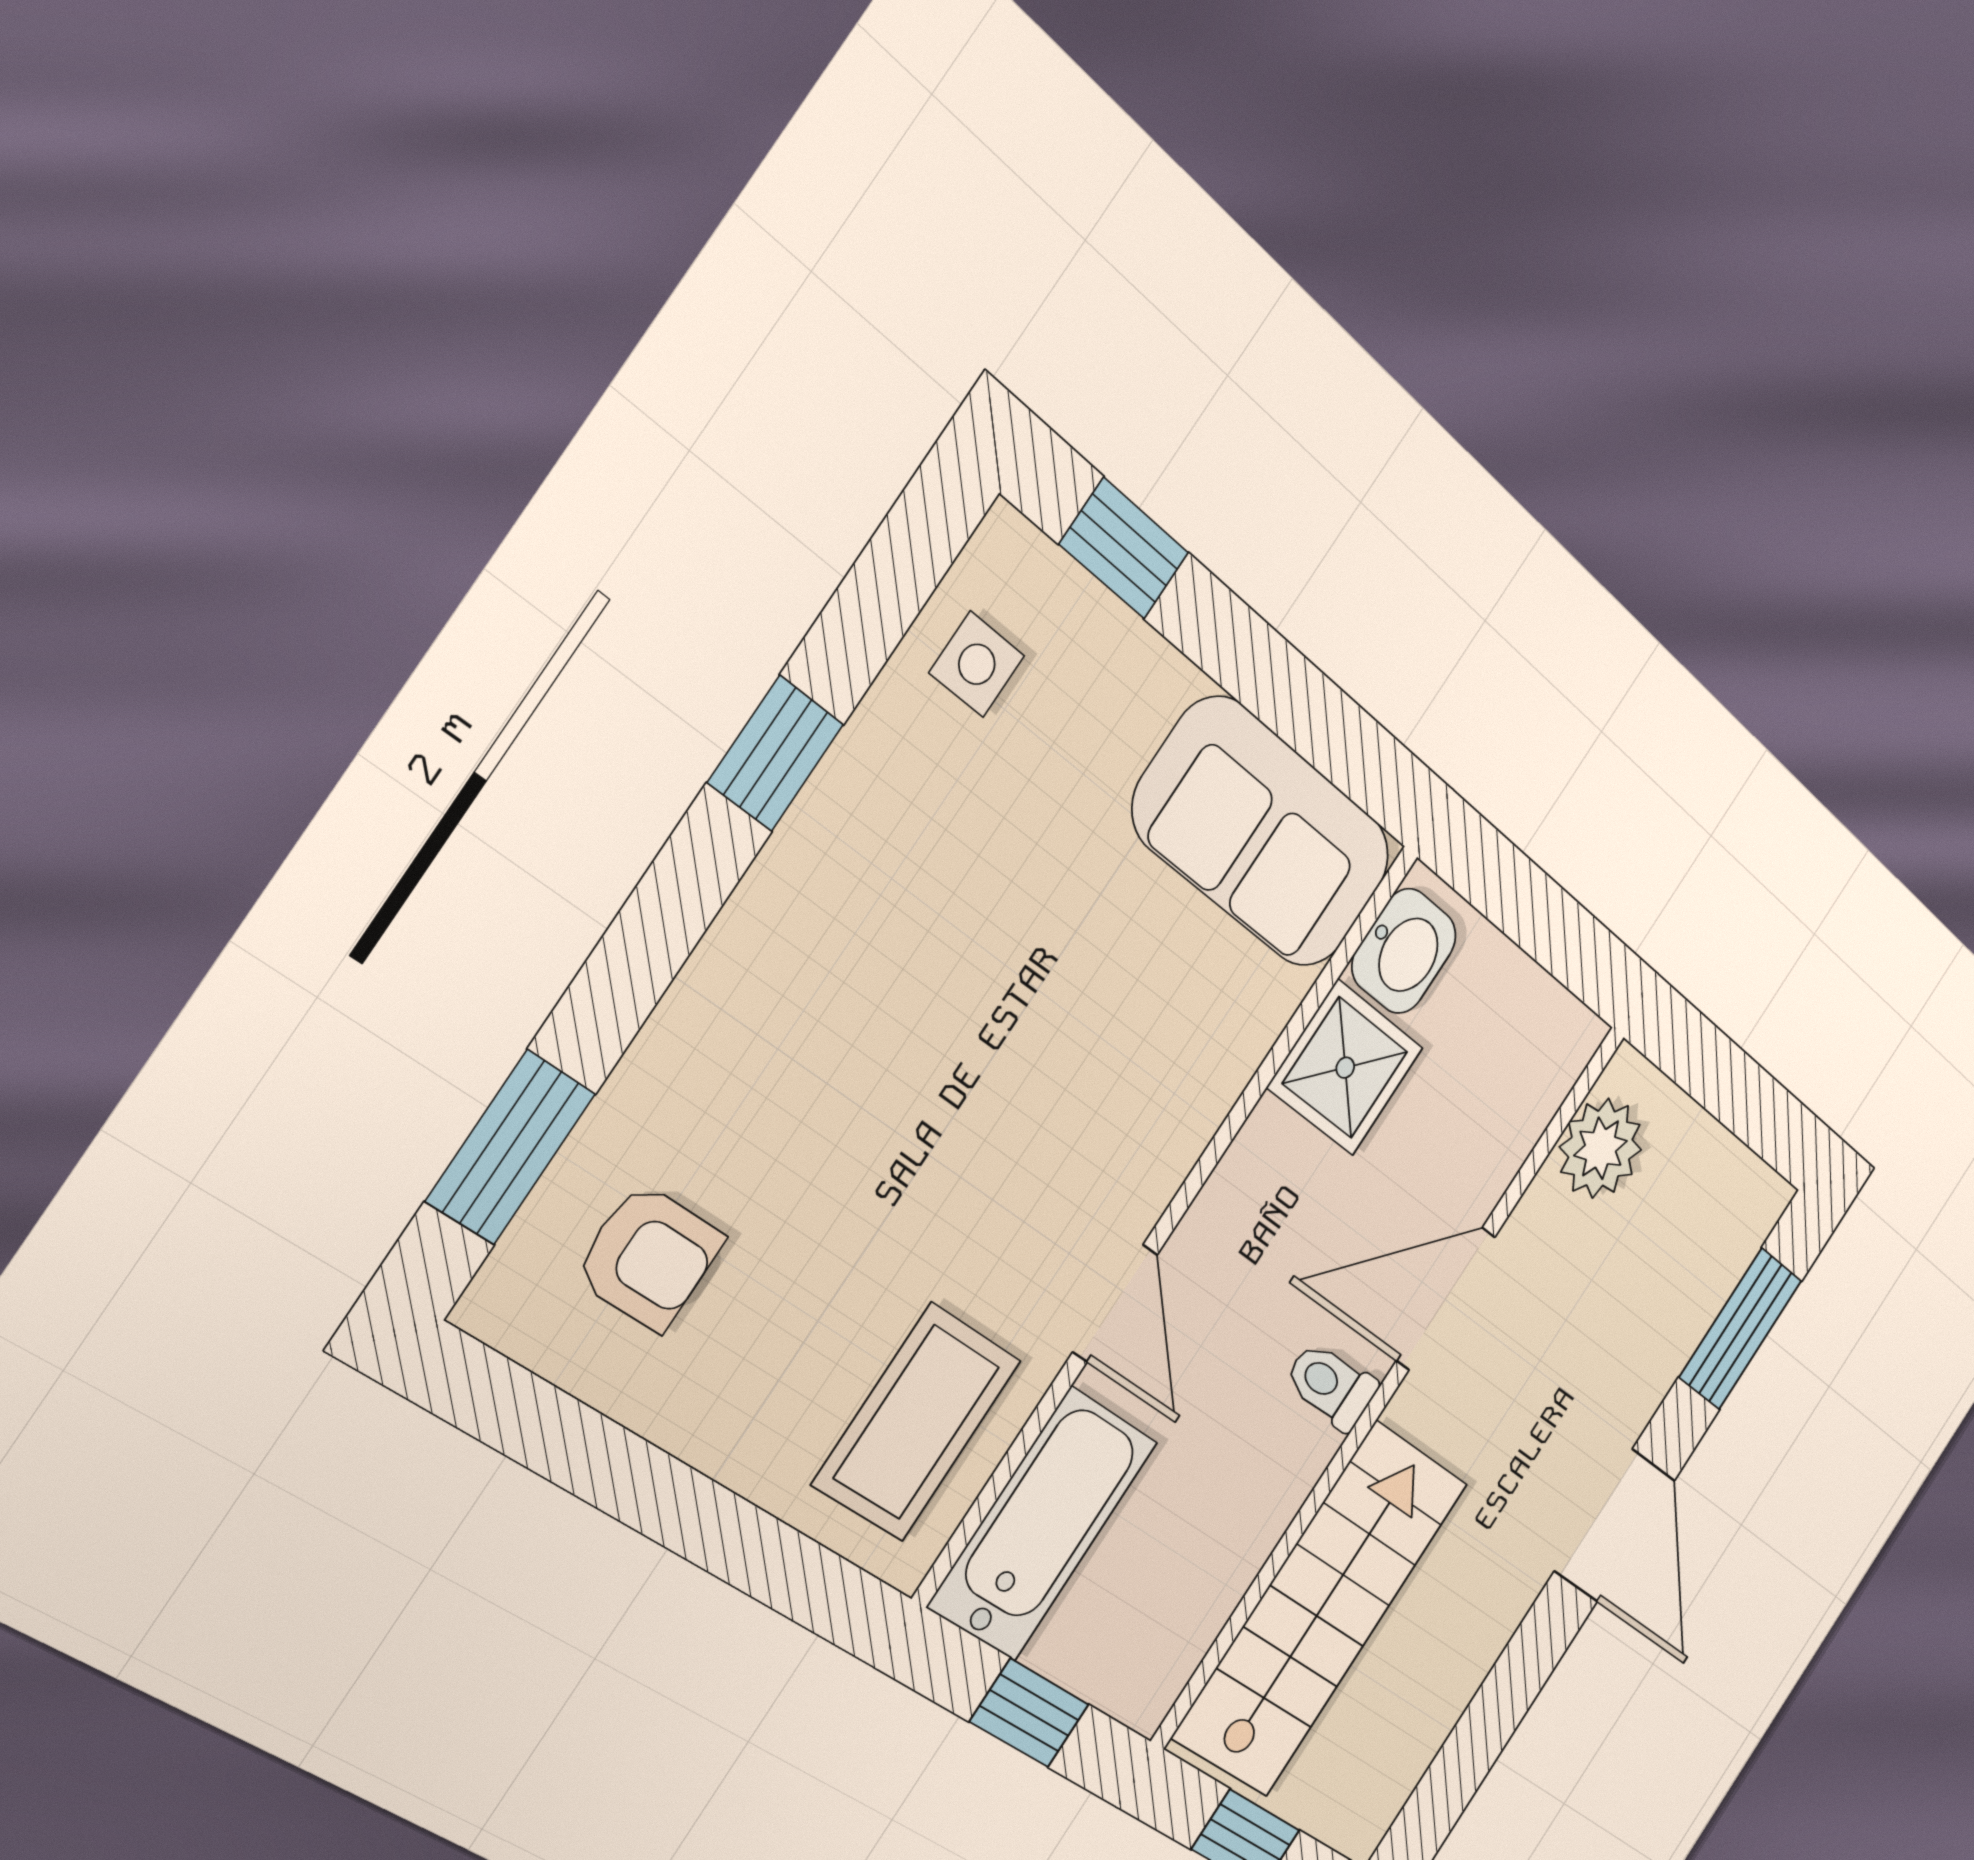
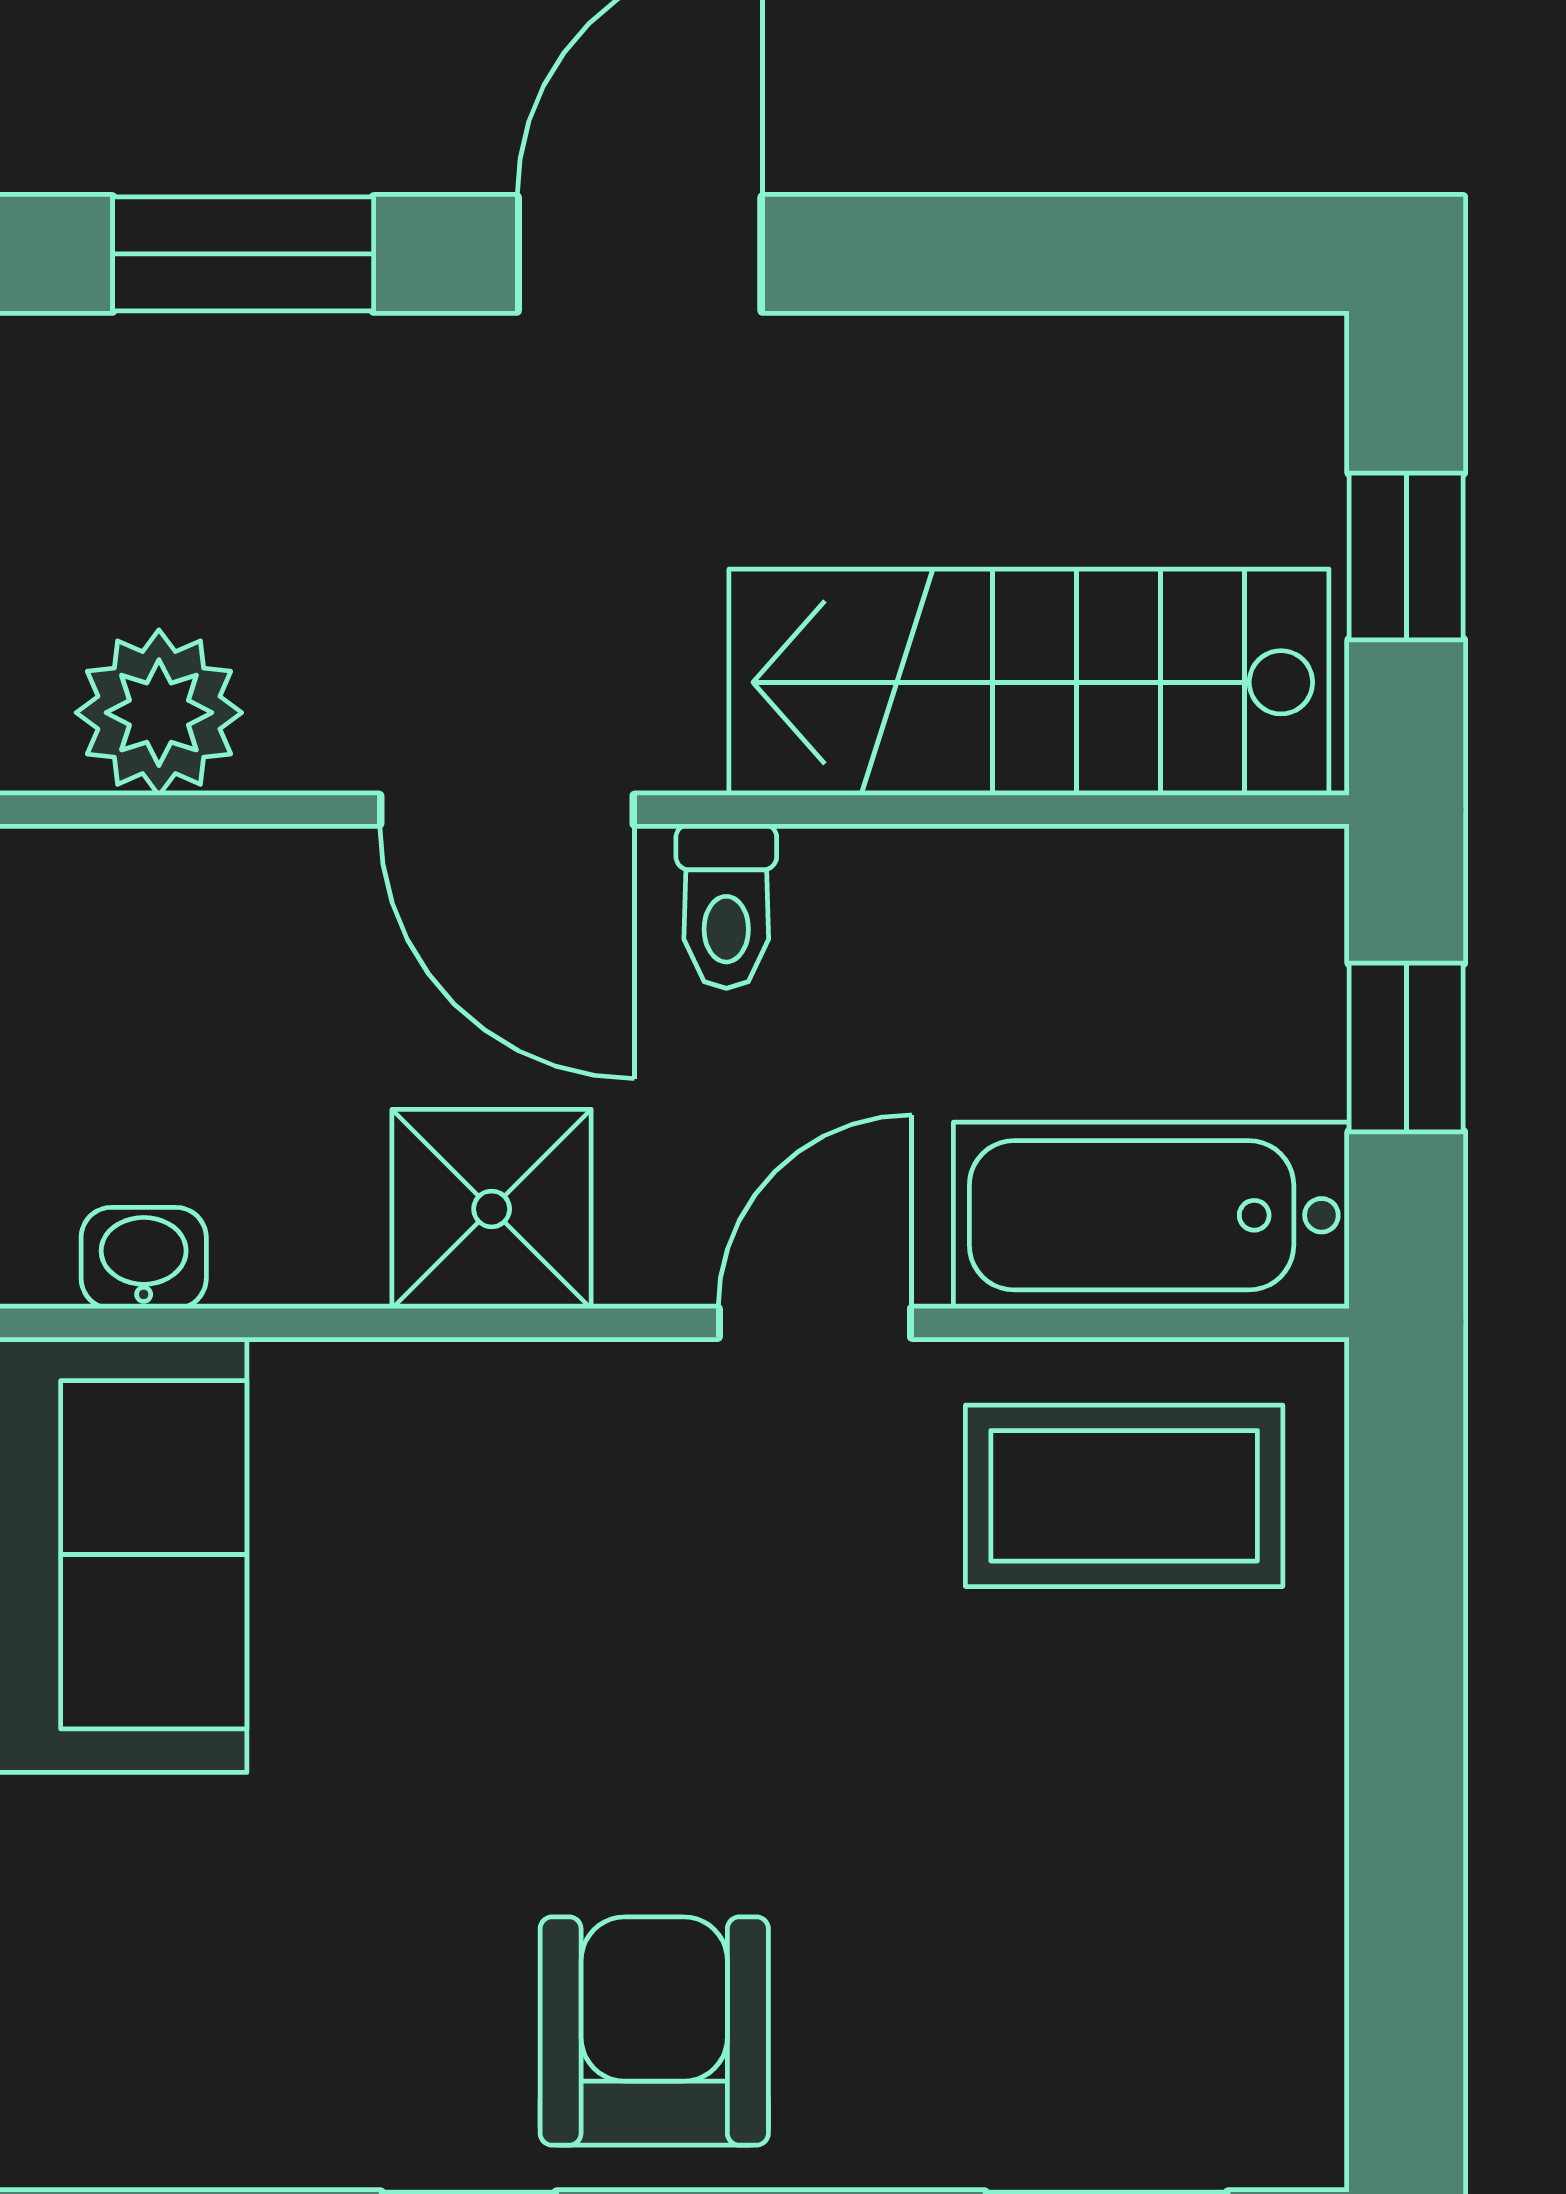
side table: (977, 664) -> (199, 2079), removed
washbasin: (1404, 951) -> (144, 1258), width x0.72, depth x0.69
shower: (1345, 1068) -> (492, 1209), moved
armchair: (649, 1257) -> (654, 2031), moved, width x1.38, depth x1.38

